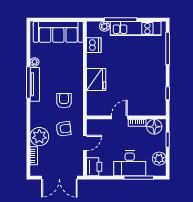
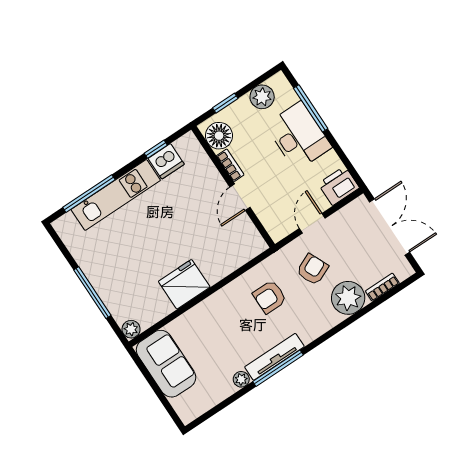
plant: (104, 26) -> (131, 329), moved
kitchen unit: (136, 28) -> (116, 195), moved, turned 90
sofa: (58, 32) -> (166, 364), width x0.73
dishwasher: (94, 45) -> (166, 161), moved, turned 180
fridge: (96, 79) -> (184, 284), moved
door: (119, 117) -> (240, 197), hinge flipped
armchair: (64, 129) -> (312, 269), turned 74
door: (85, 143) -> (312, 223), hinge flipped

